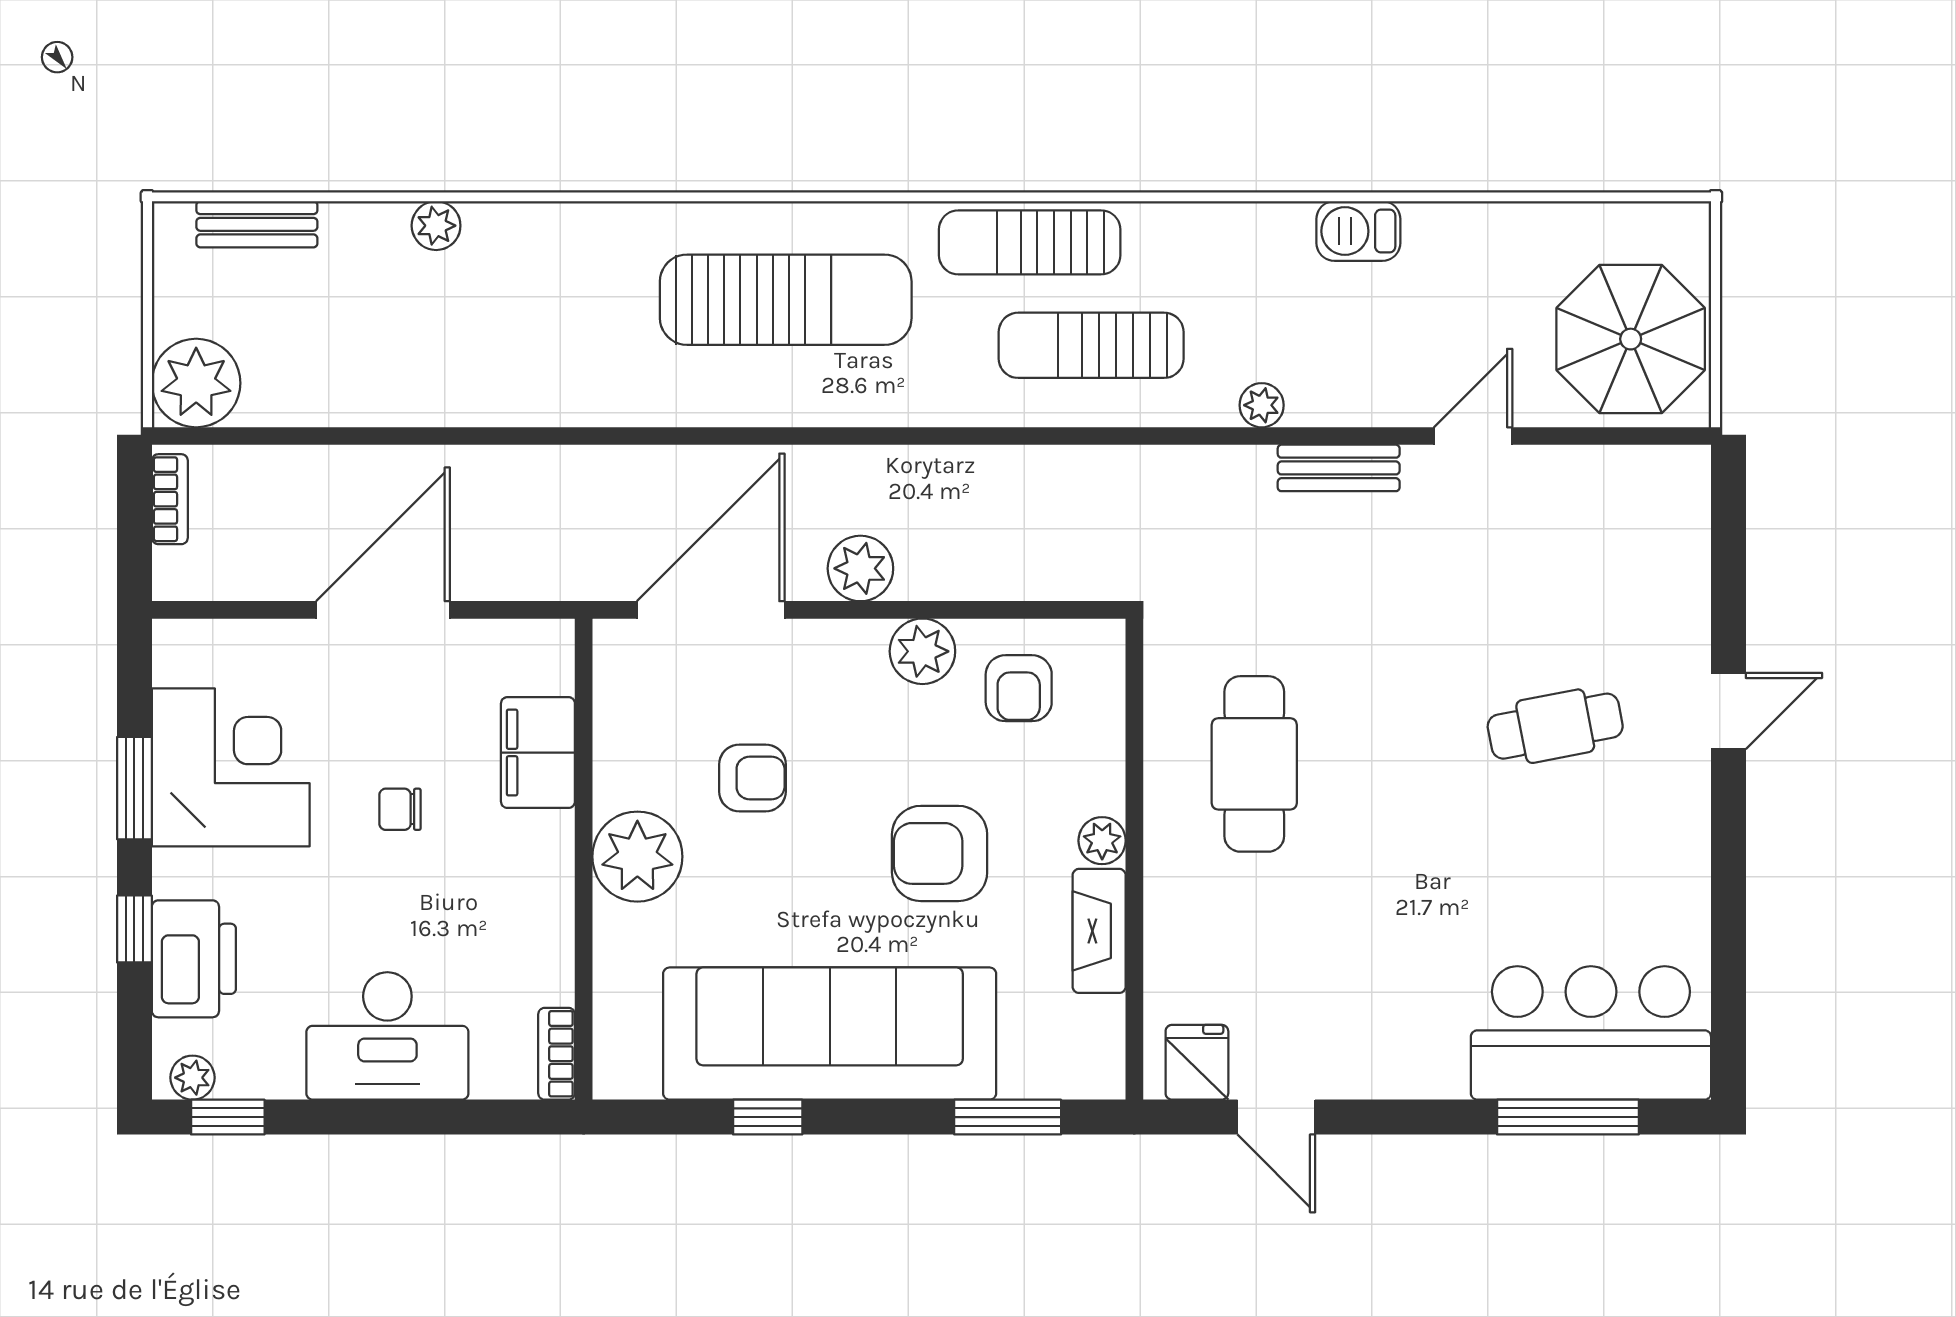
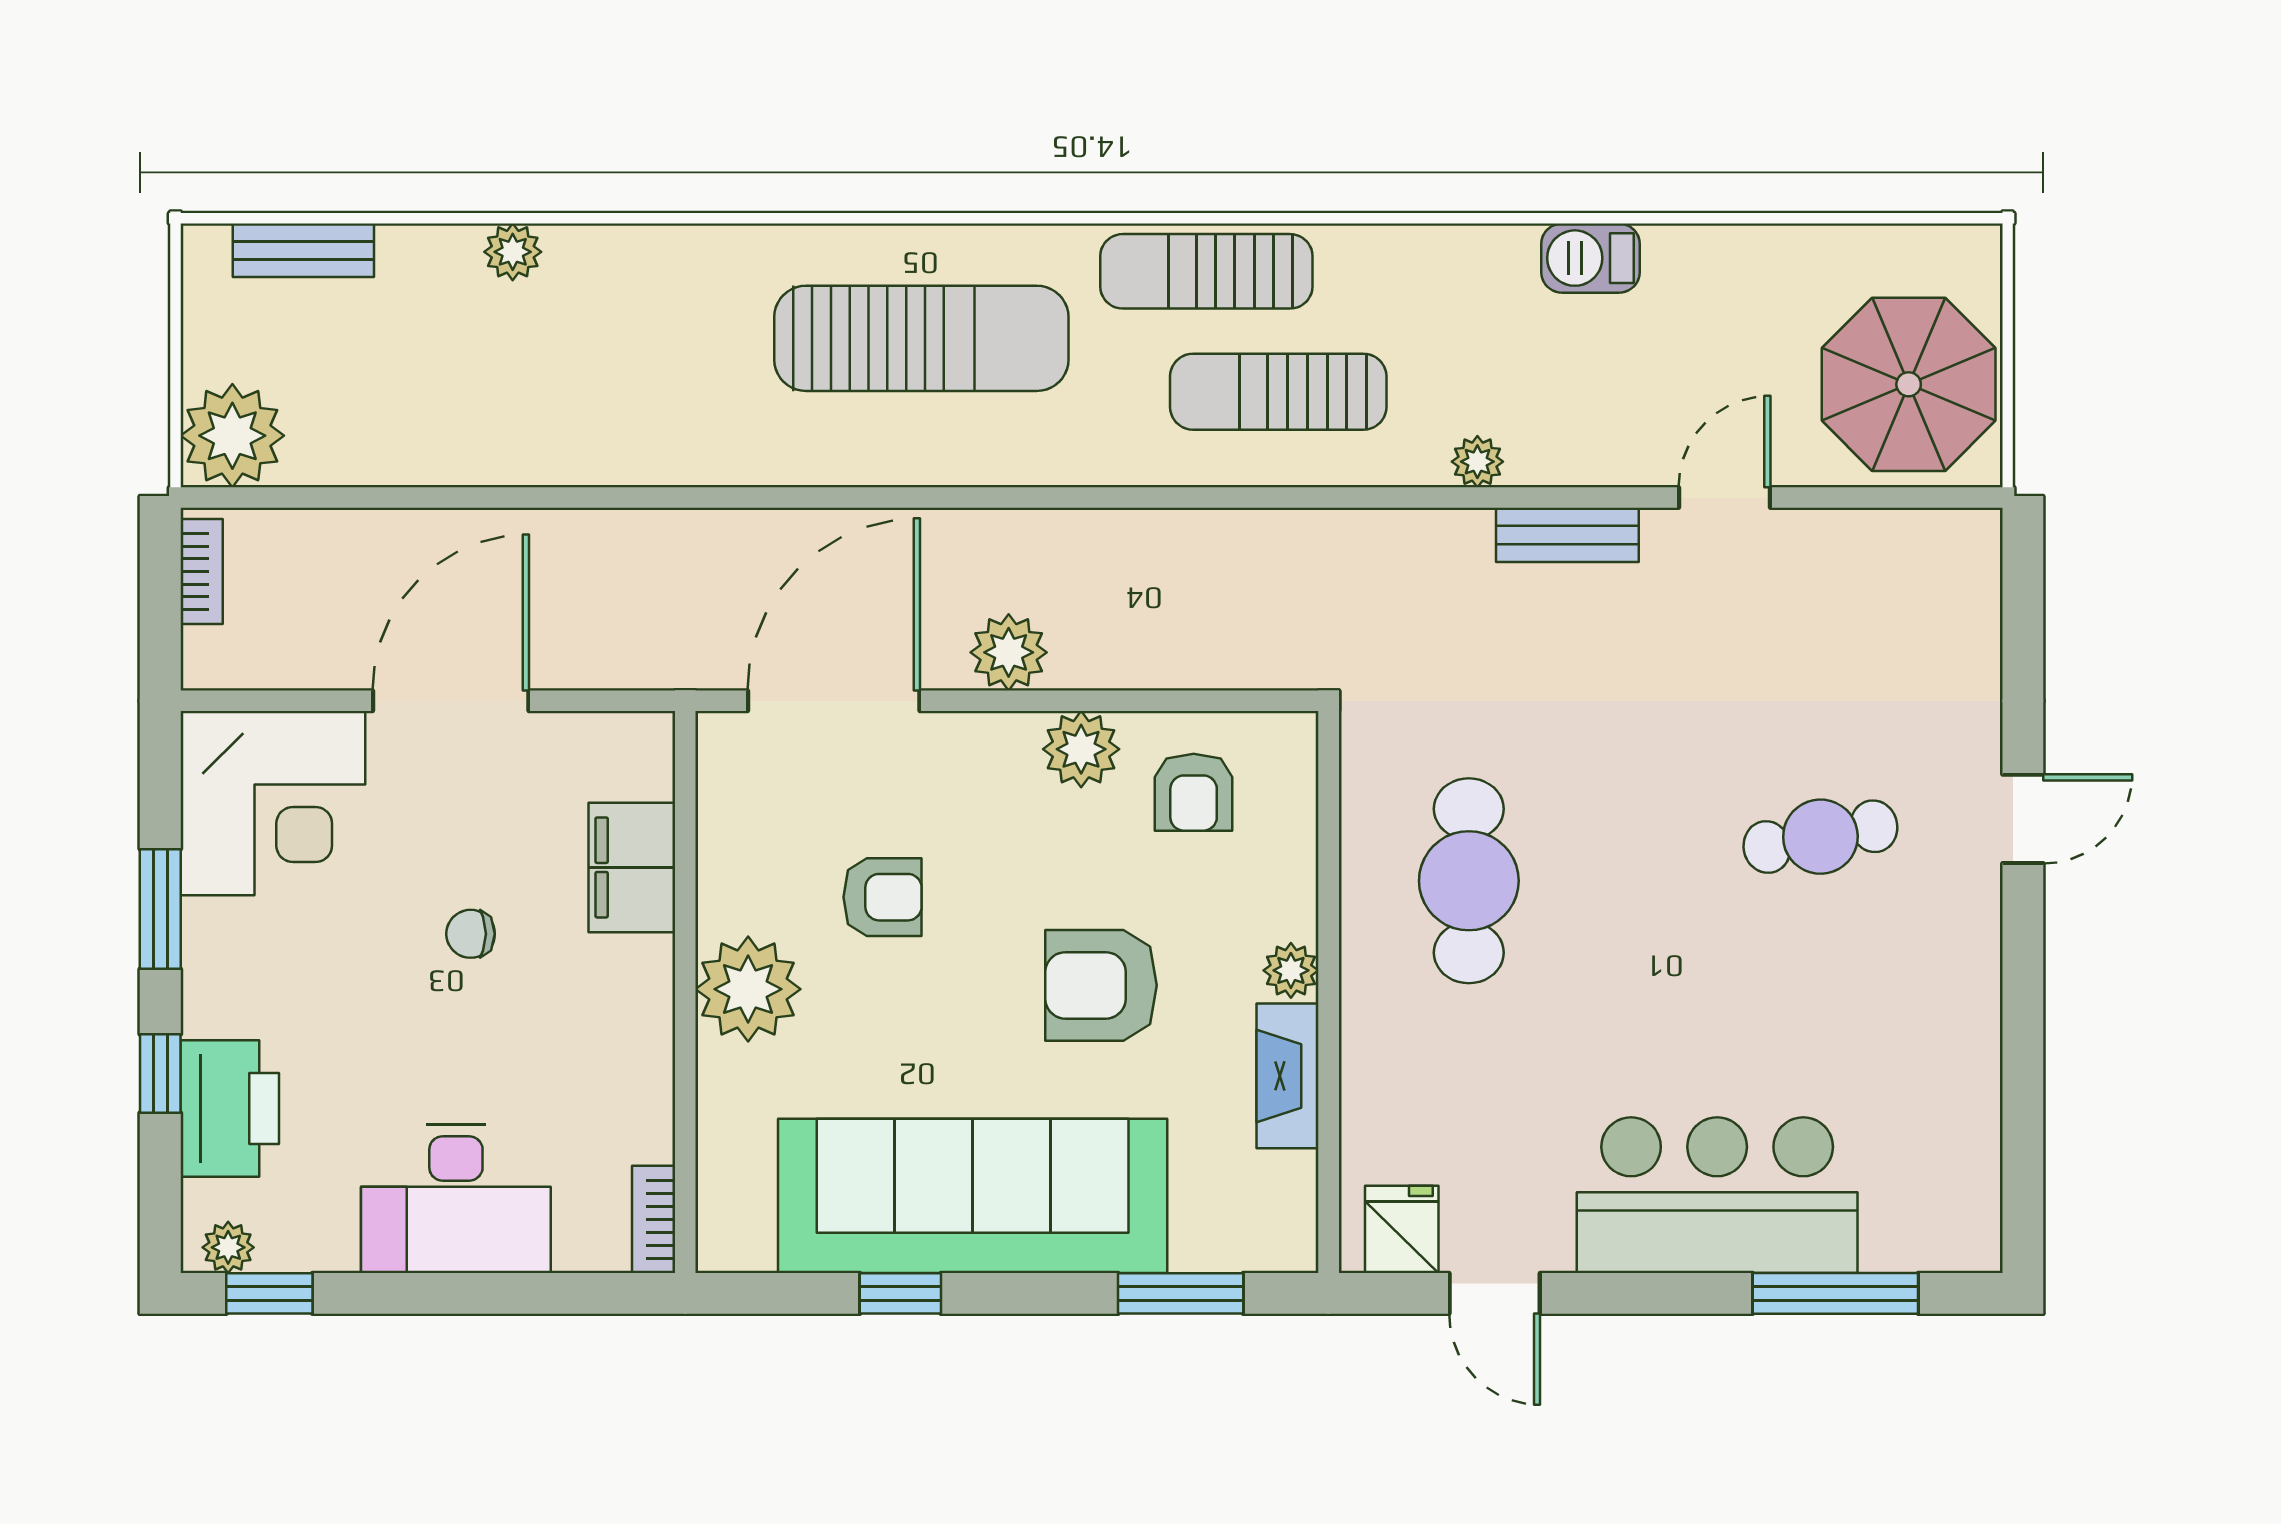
corner desk: (231, 767) -> (273, 803), moved, turned 90
bar counter: (1591, 1033) -> (1717, 1195), moved

